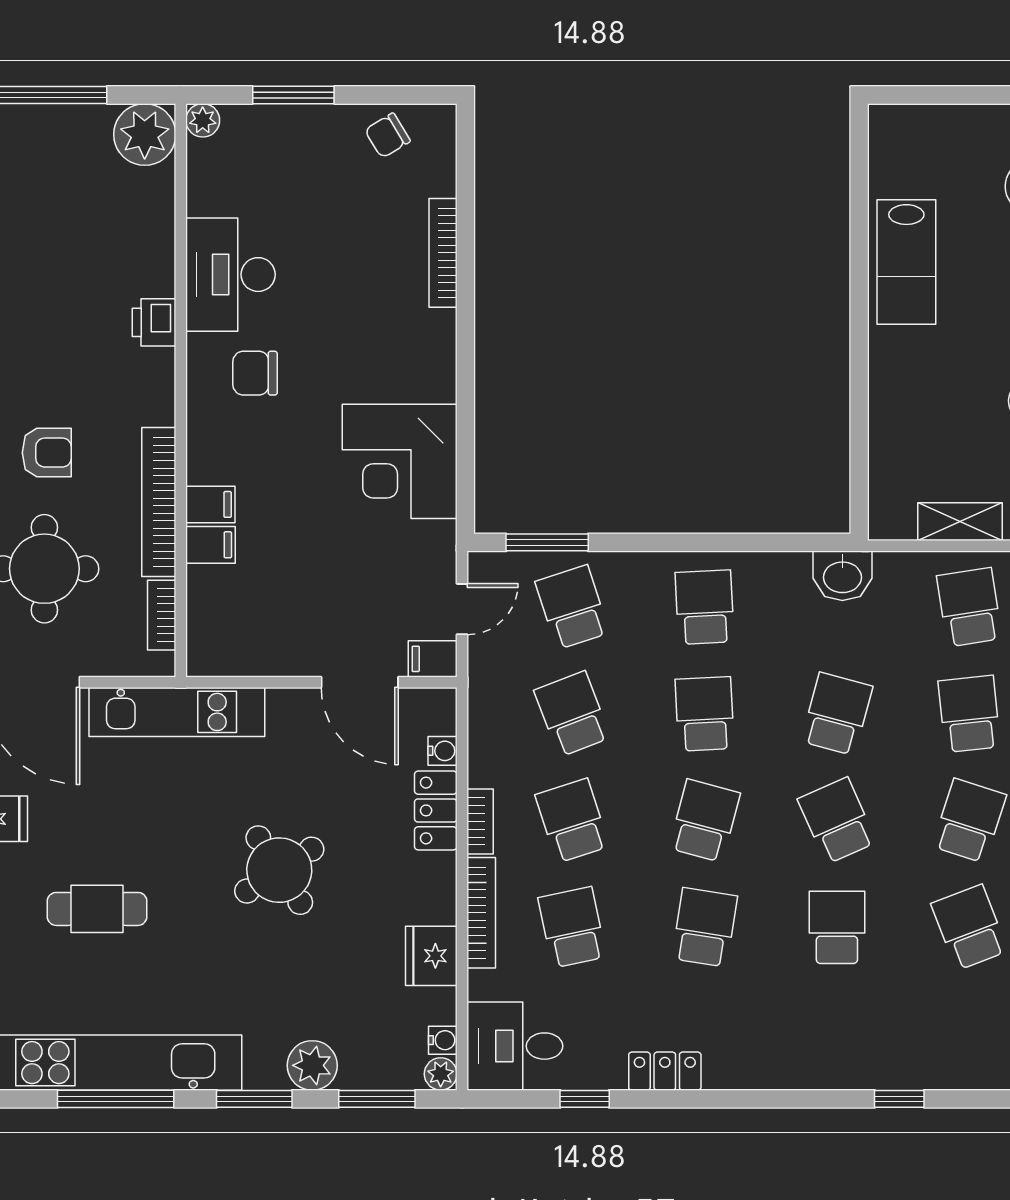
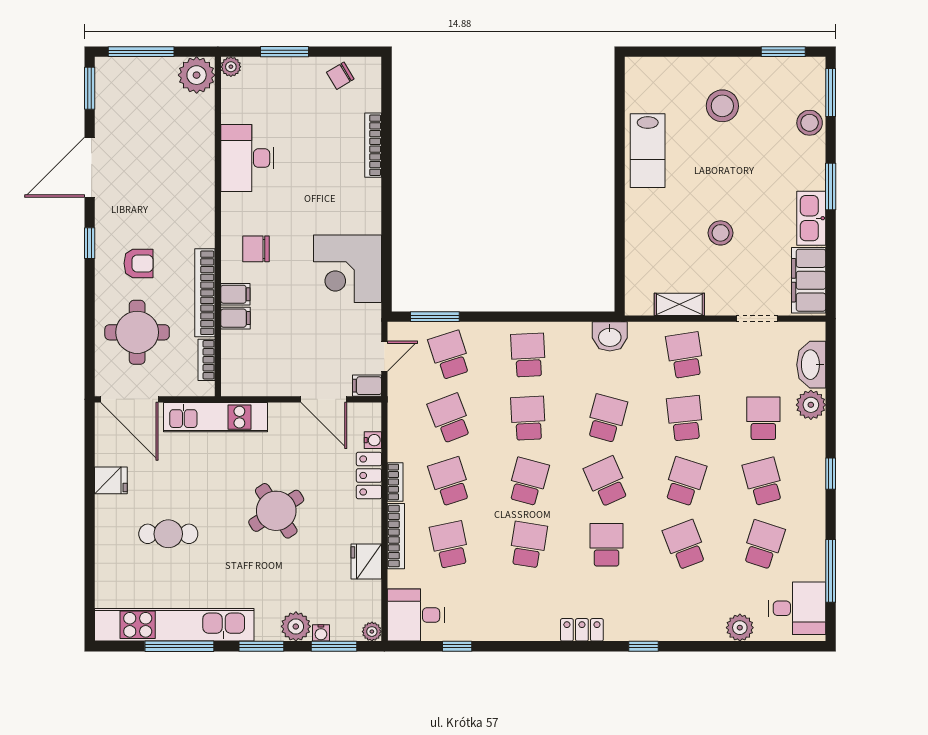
printer: (154, 322) -> (202, 186), removed
chair: (255, 373) -> (256, 249), moved
water cooler: (443, 1040) -> (321, 633), moved, turned 90
locker: (665, 1071) -> (582, 630), moved

